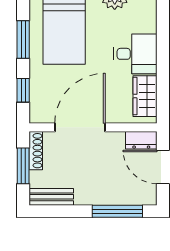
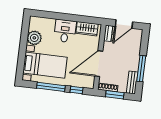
window: (23, 40) -> (51, 87), width x1.44
door: (80, 127) -> (99, 64), hinge flipped
window: (117, 211) -> (141, 69), moved

